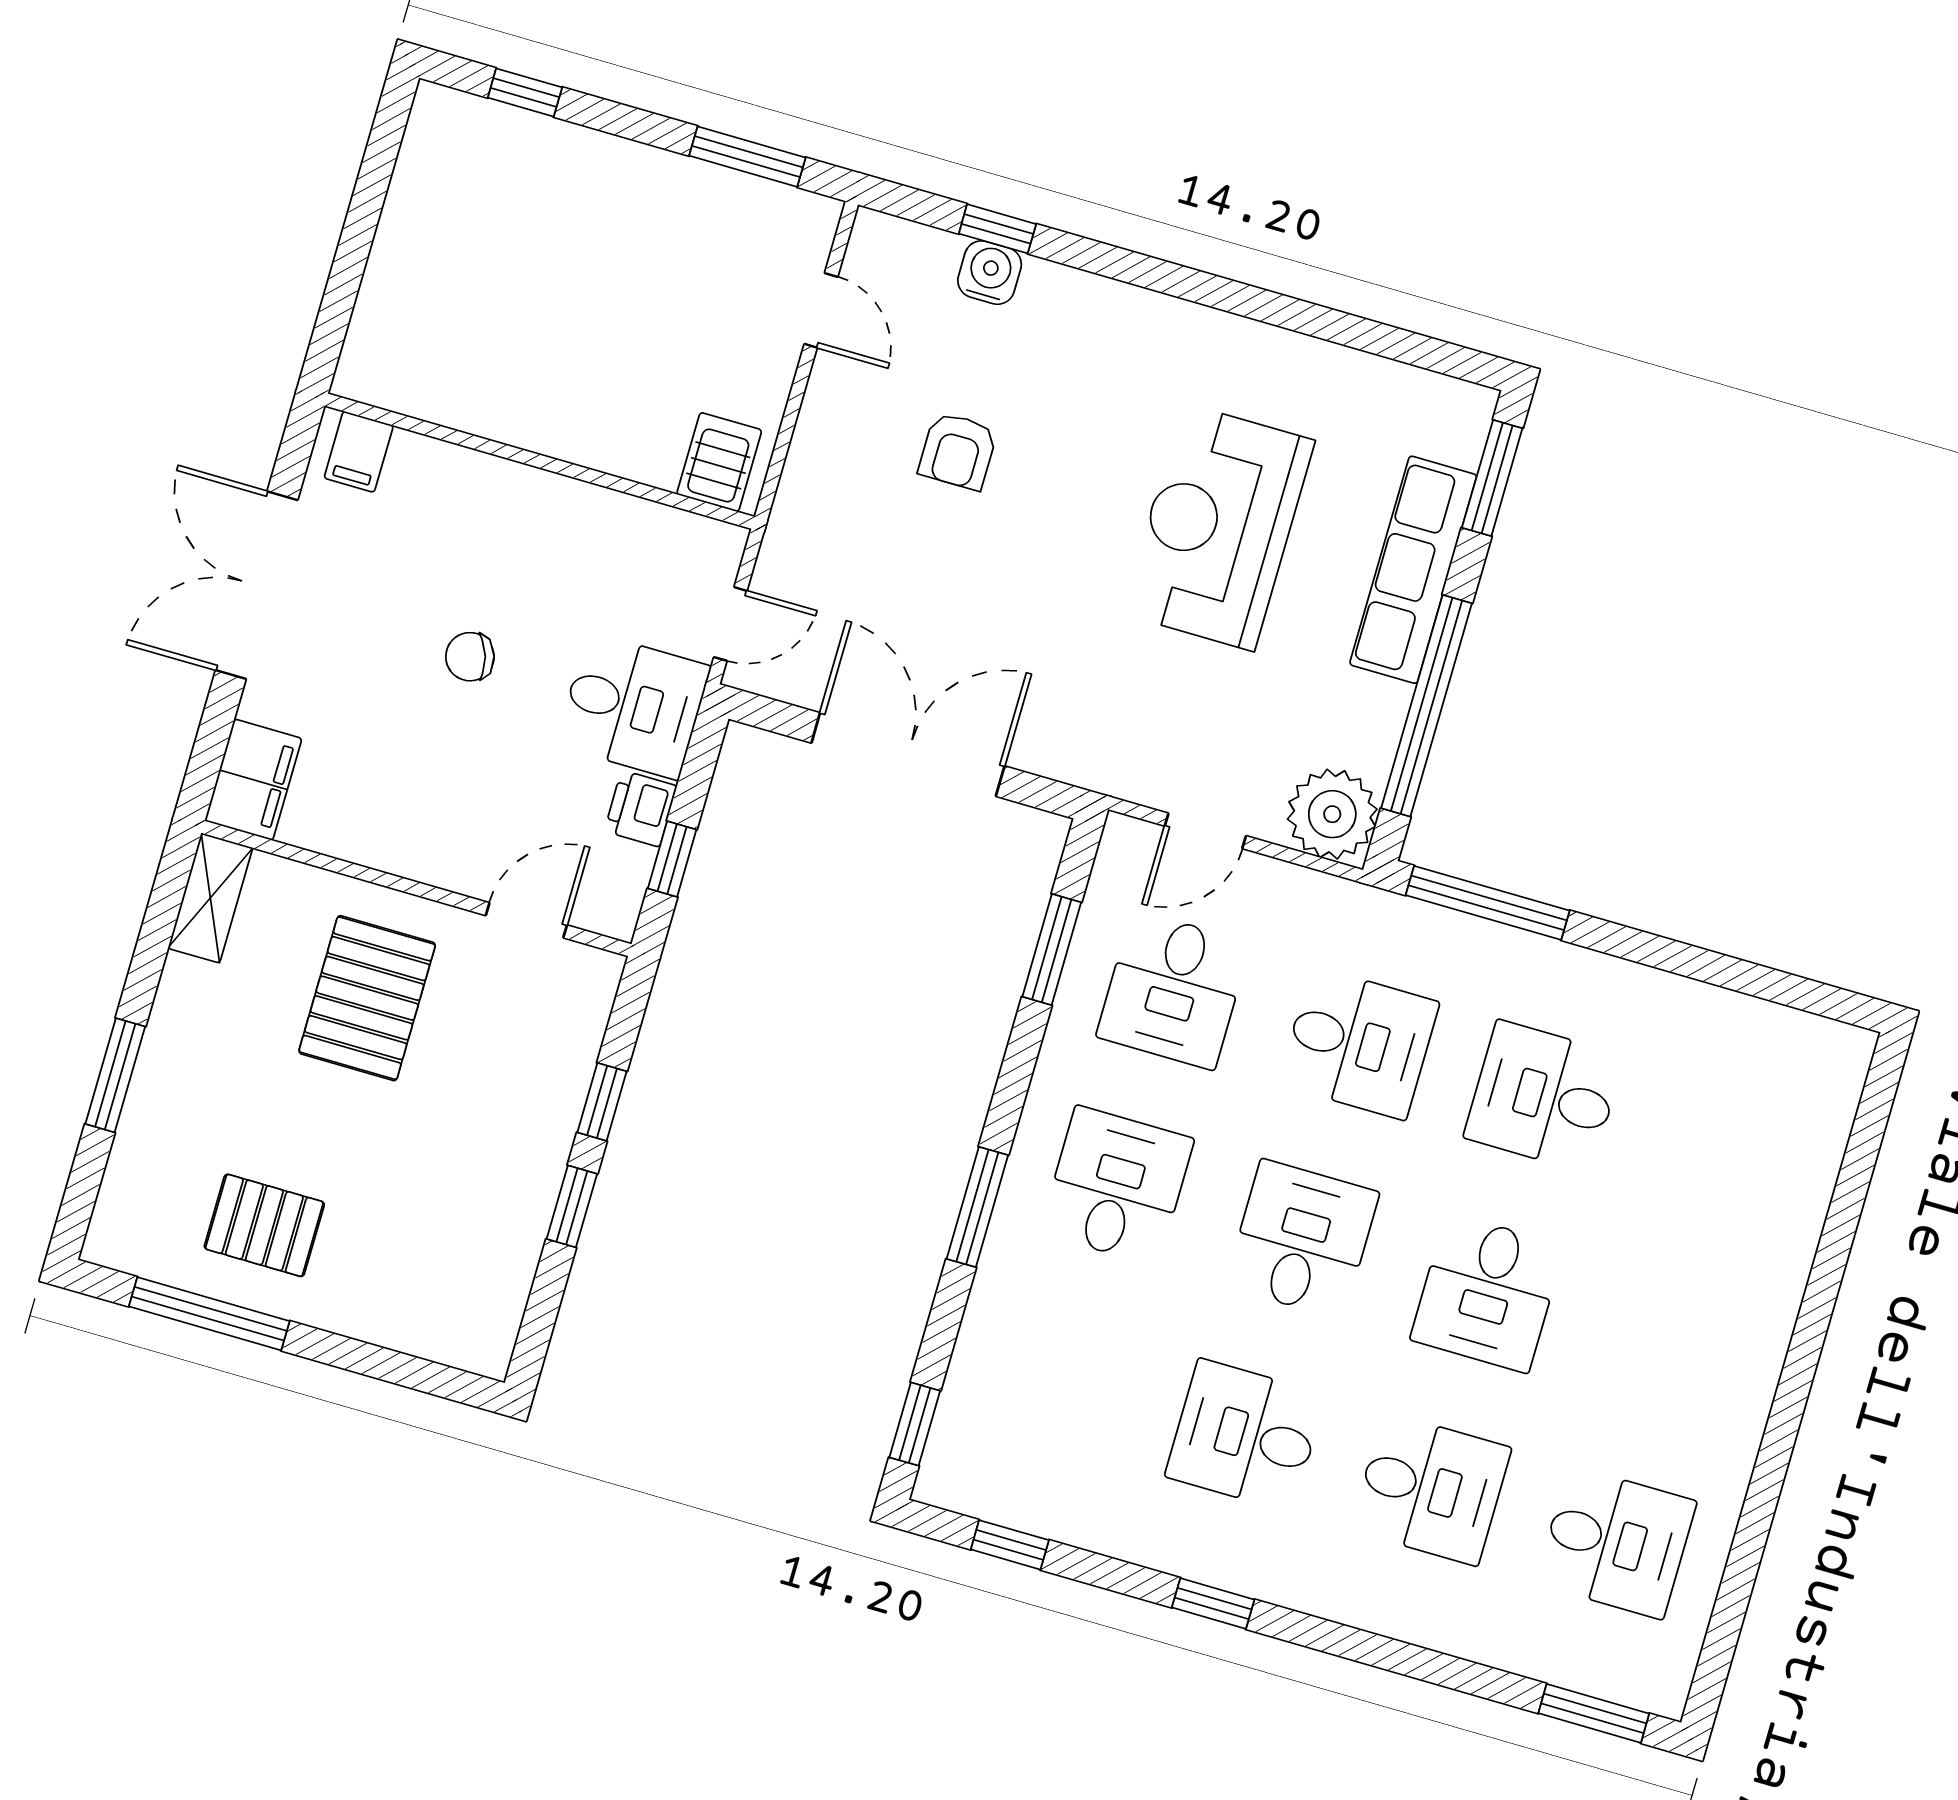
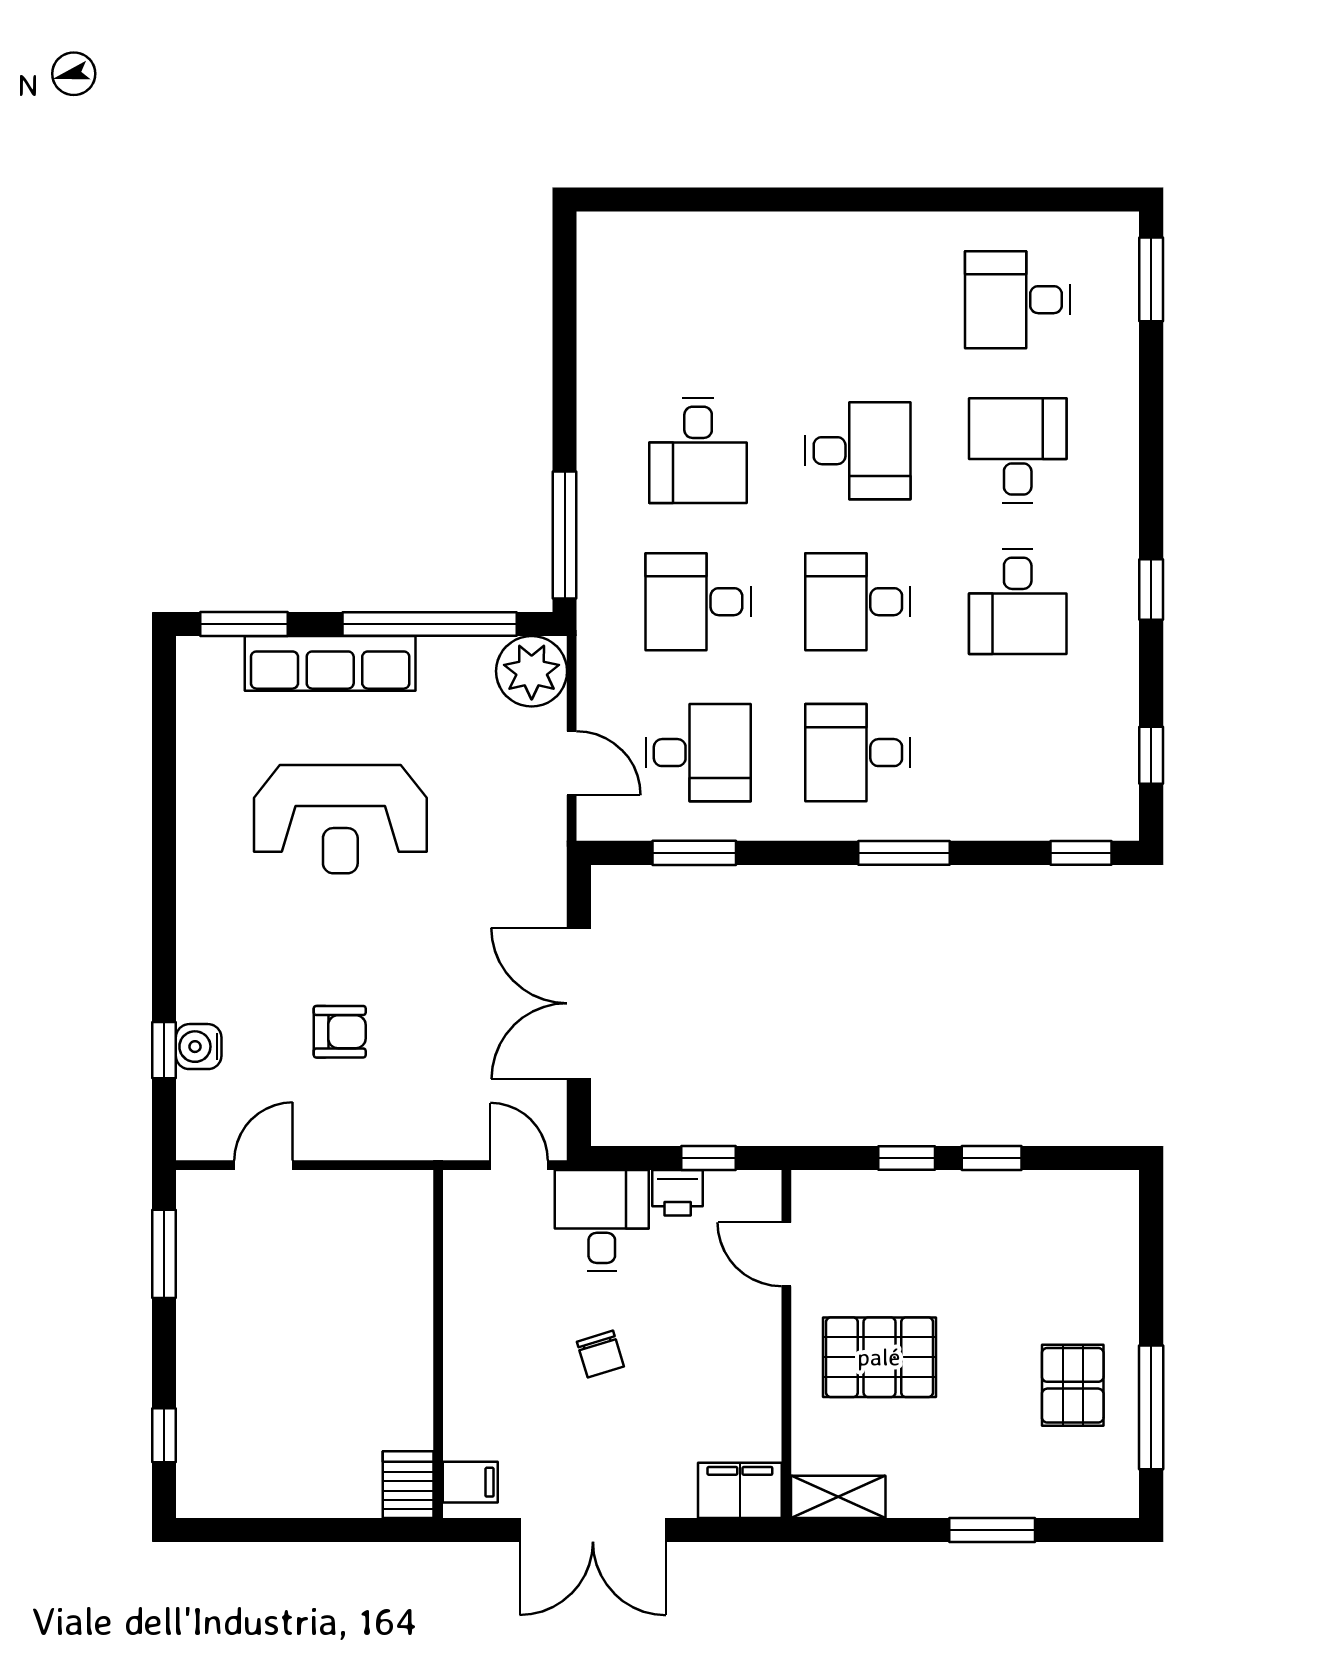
server rack: (719, 462) -> (408, 1485), moved, turned 90
desk: (1359, 1043) -> (698, 602), turned -90
desk: (1616, 1542) -> (1018, 300), turned -90

